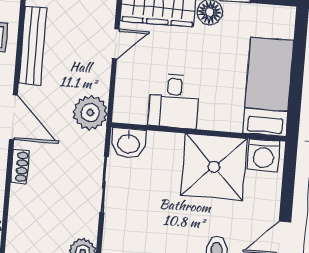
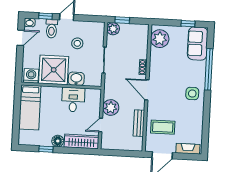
bench: (33, 46) -> (139, 123), width x0.73
plant: (90, 113) -> (111, 108), moved
washbasin: (129, 143) -> (76, 79), moved
stool: (161, 223) -> (77, 43), added

